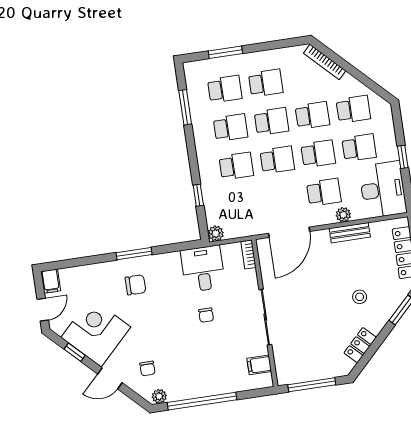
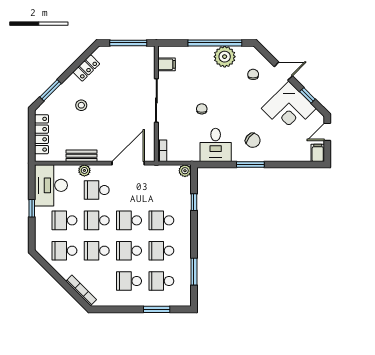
desk: (203, 269) -> (216, 145), moved
chair: (135, 285) -> (253, 140), turned -142
plant: (159, 396) -> (225, 57), moved, width x1.87, depth x1.87

